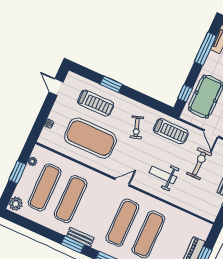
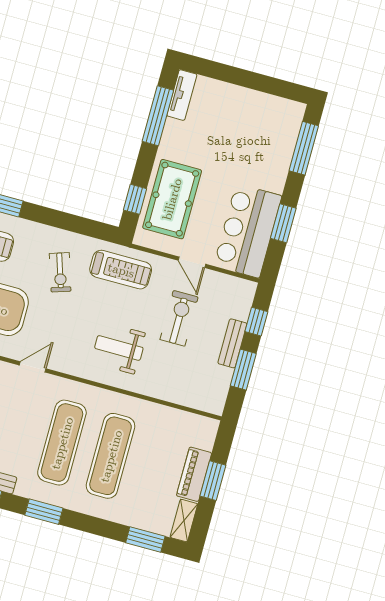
door: (122, 182) -> (33, 367), moved

